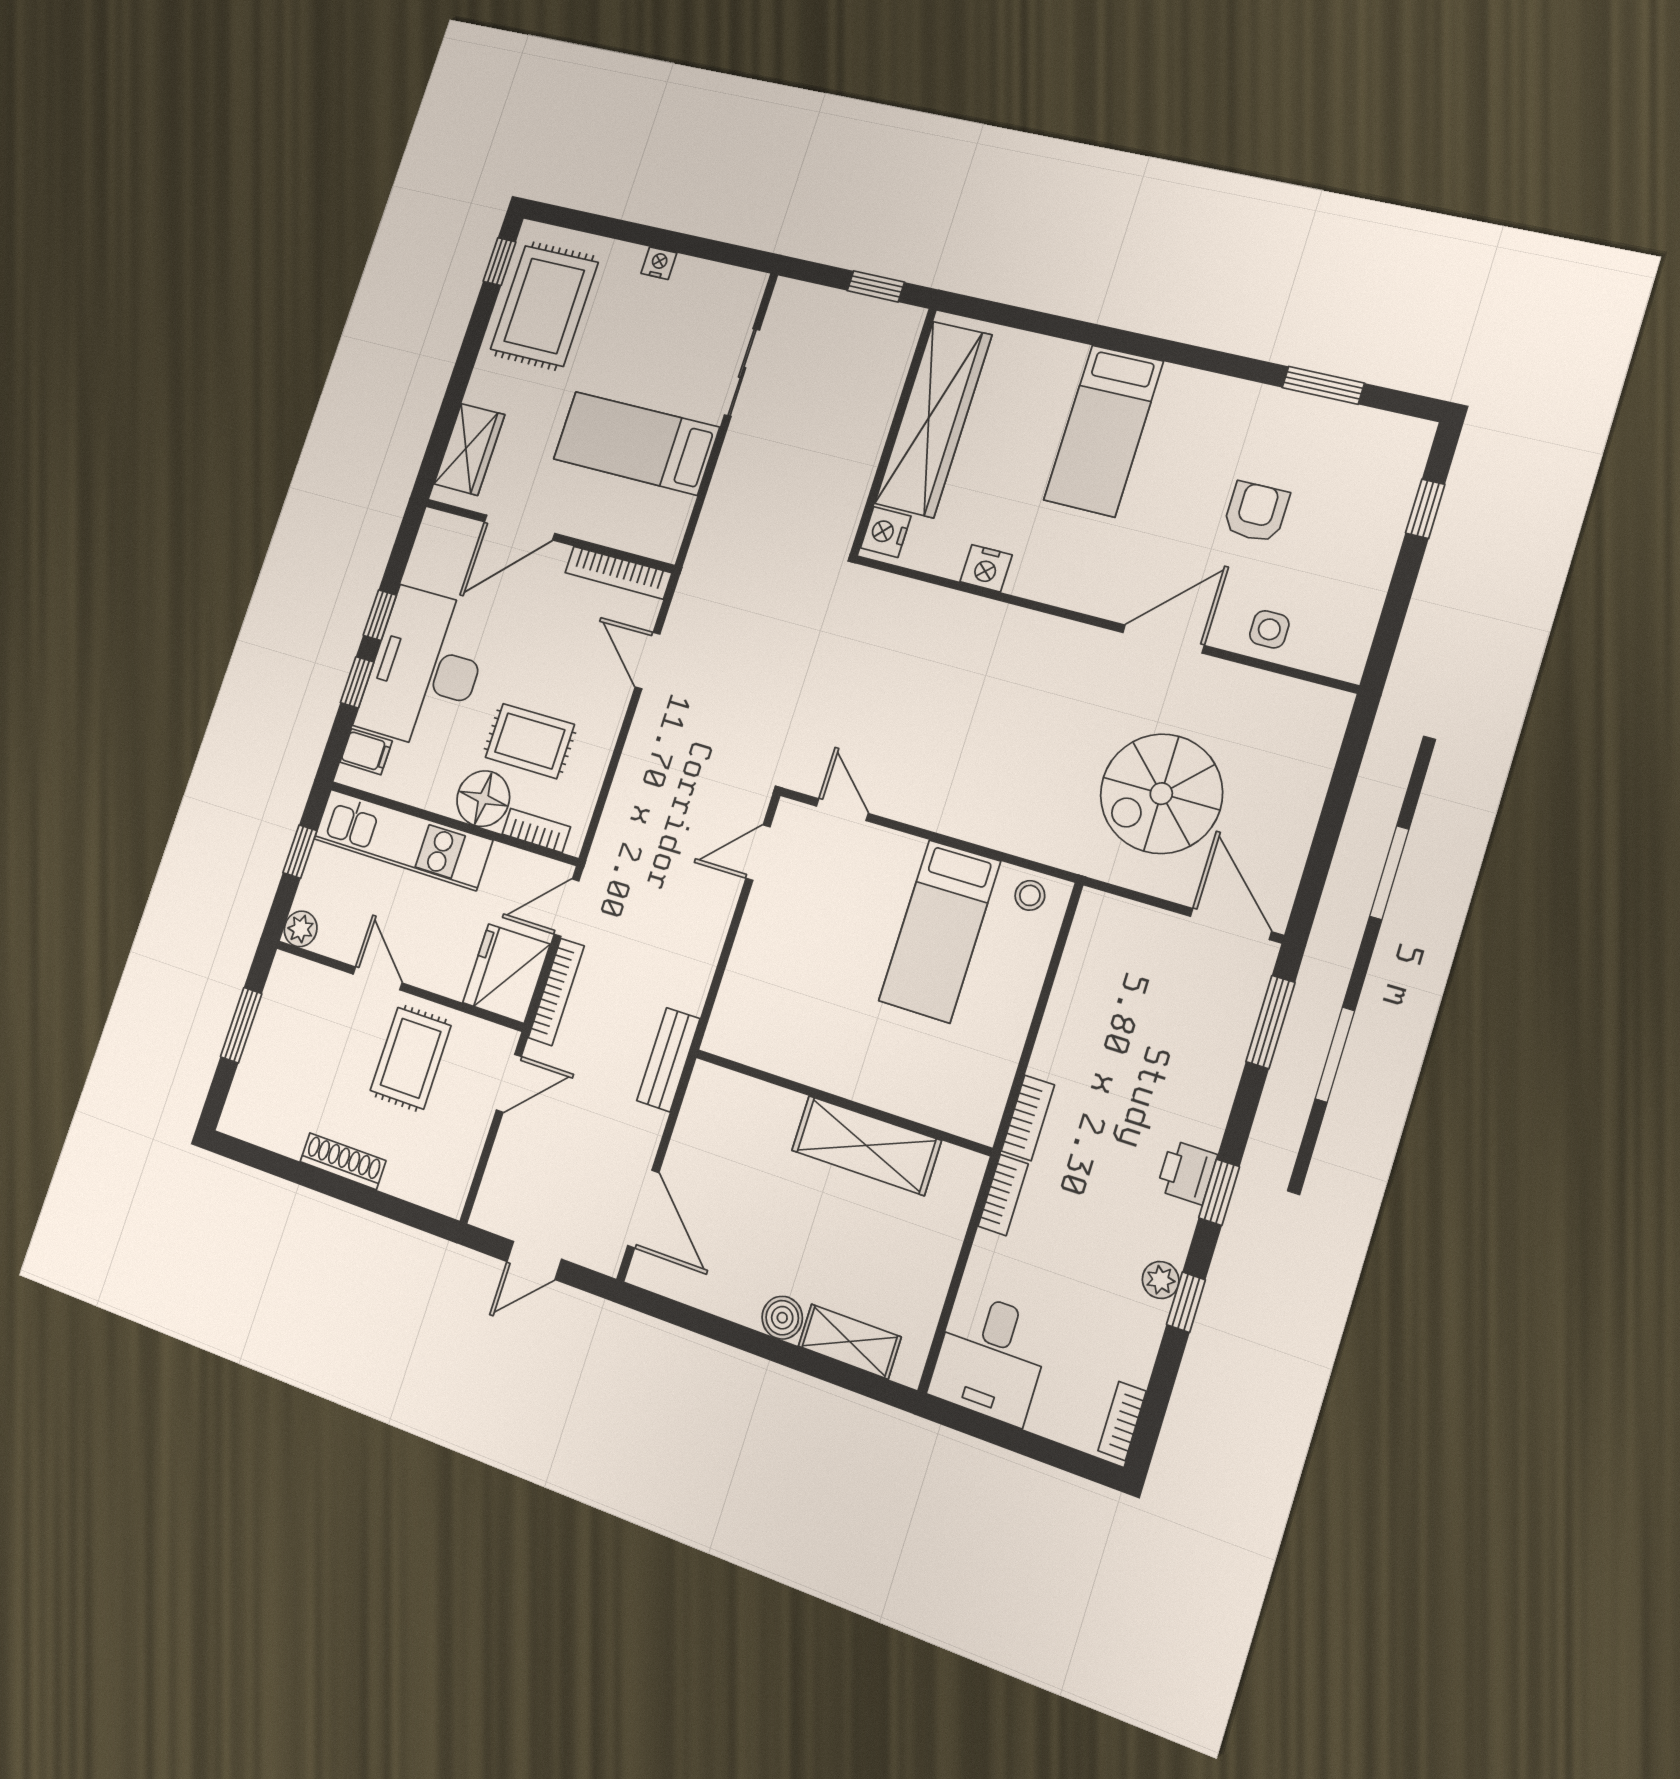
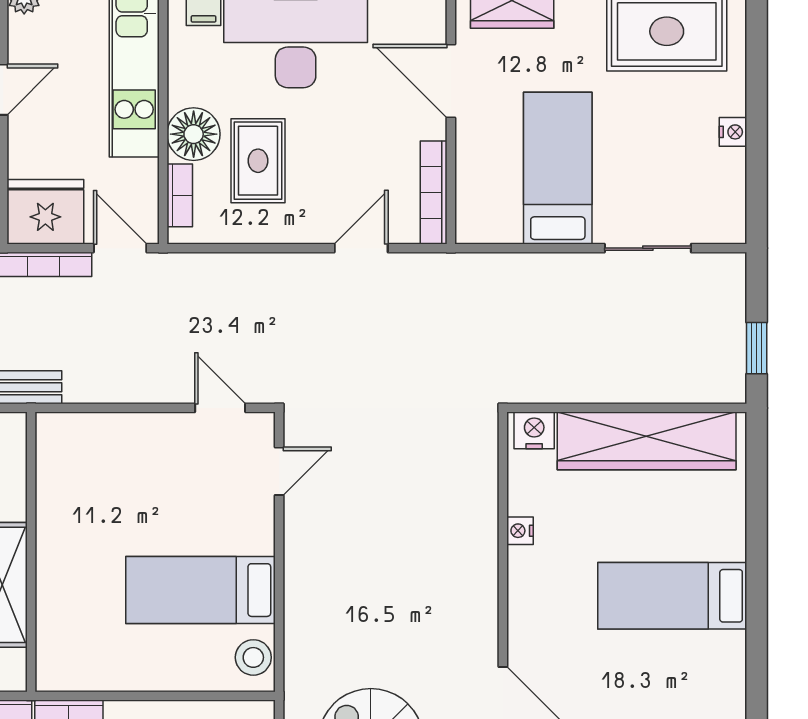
nightstand: (986, 568) -> (520, 531), width x0.72, depth x0.74
stool: (1030, 895) -> (253, 657), width x1.37, depth x1.37

